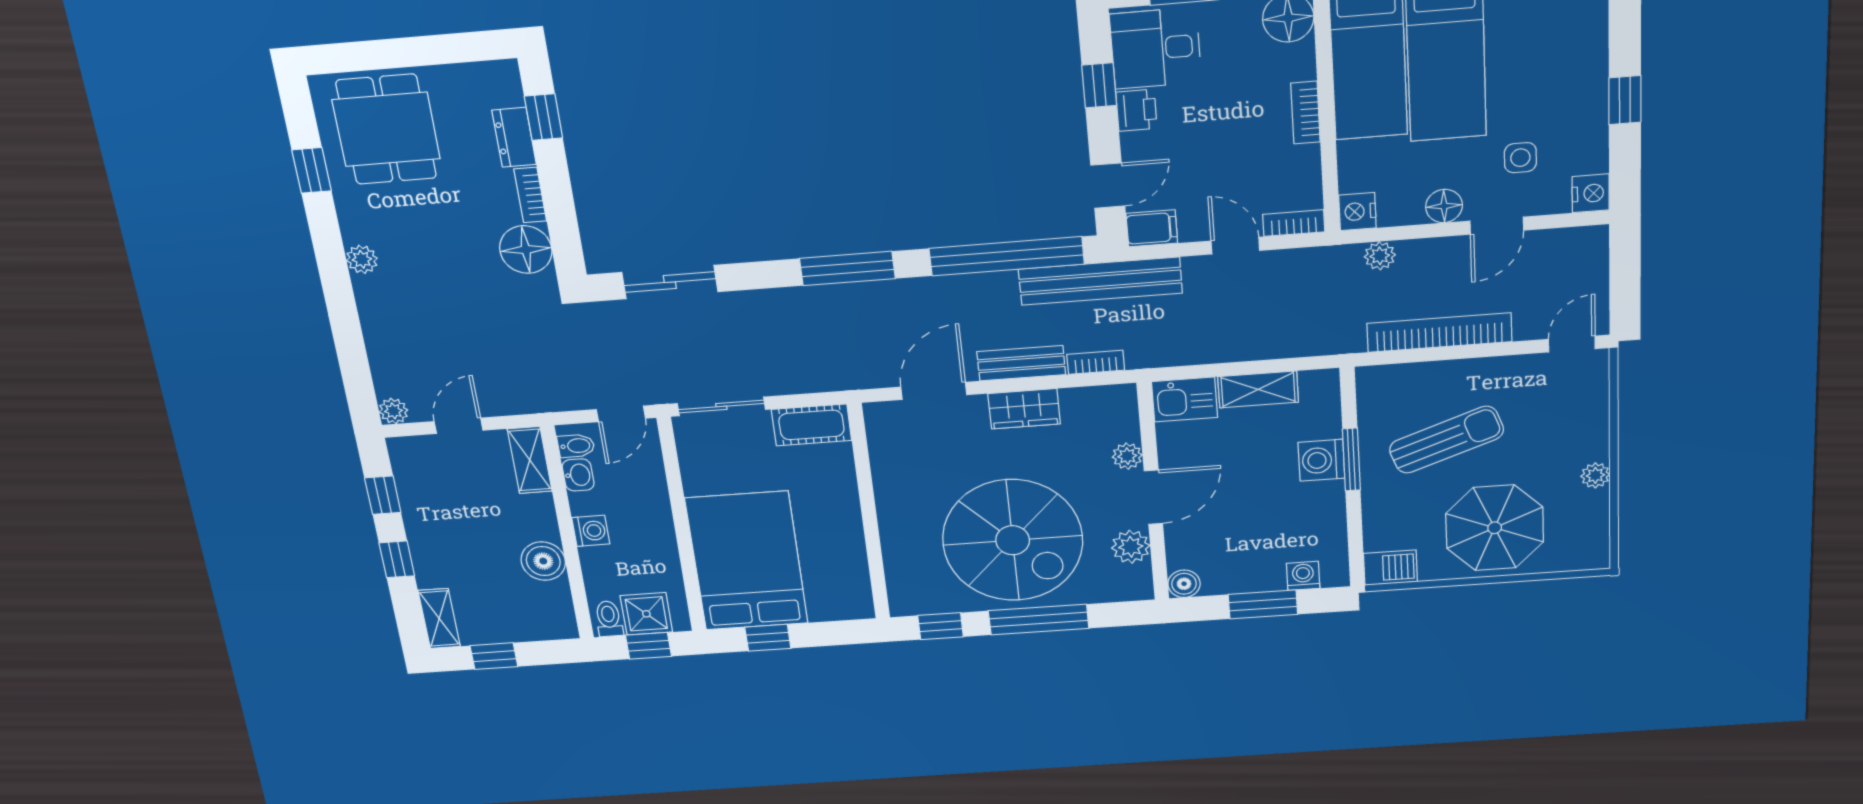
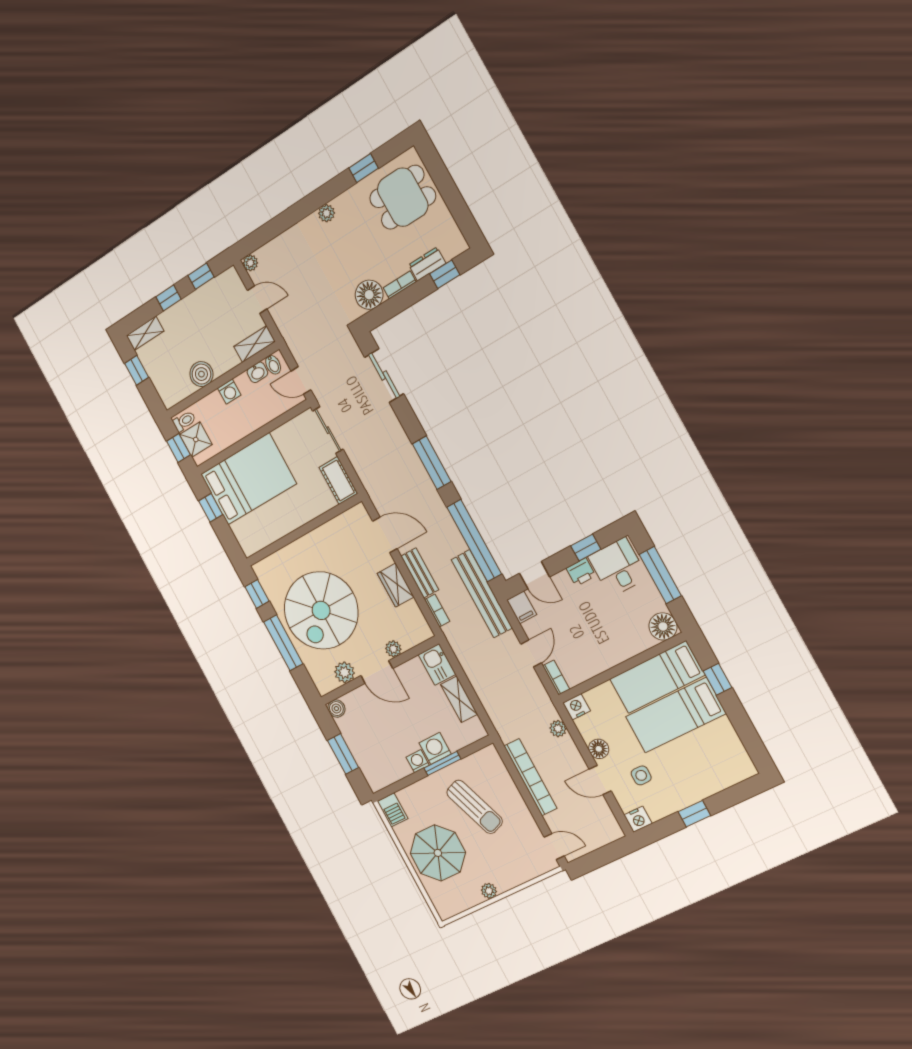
bookcase: (1305, 113) -> (617, 657), removed
washing machine: (1303, 576) -> (418, 761), moved, turned -90

